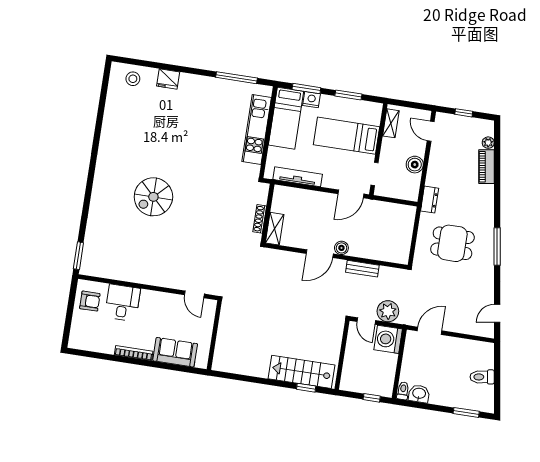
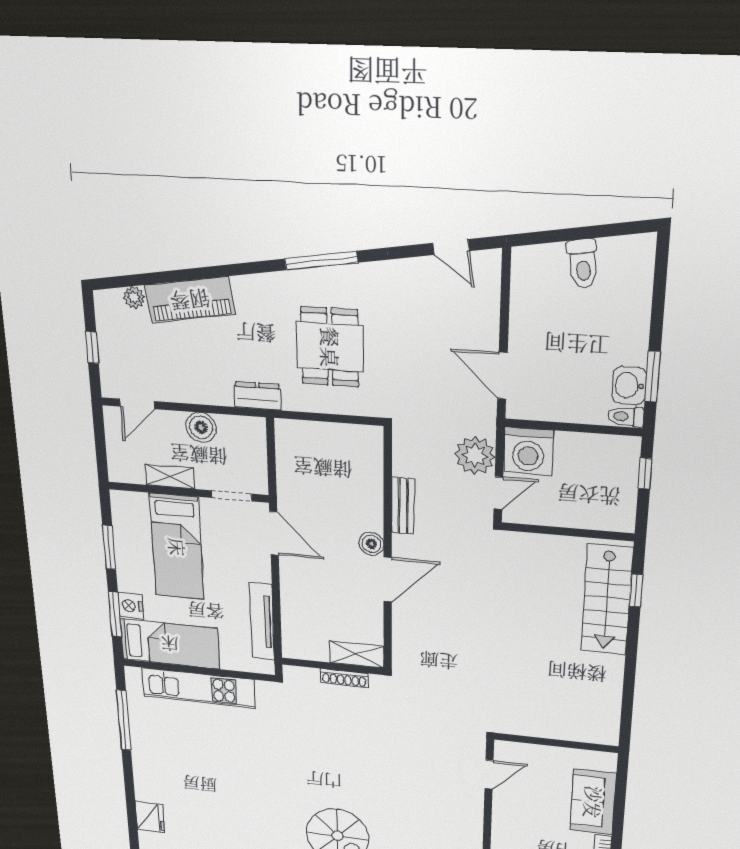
shelving: (391, 123) -> (170, 476), moved
piano: (486, 167) -> (190, 300), width x1.37, depth x1.33
door: (320, 254) -> (388, 580), hinge flipped
window: (466, 412) -> (653, 377), moved

